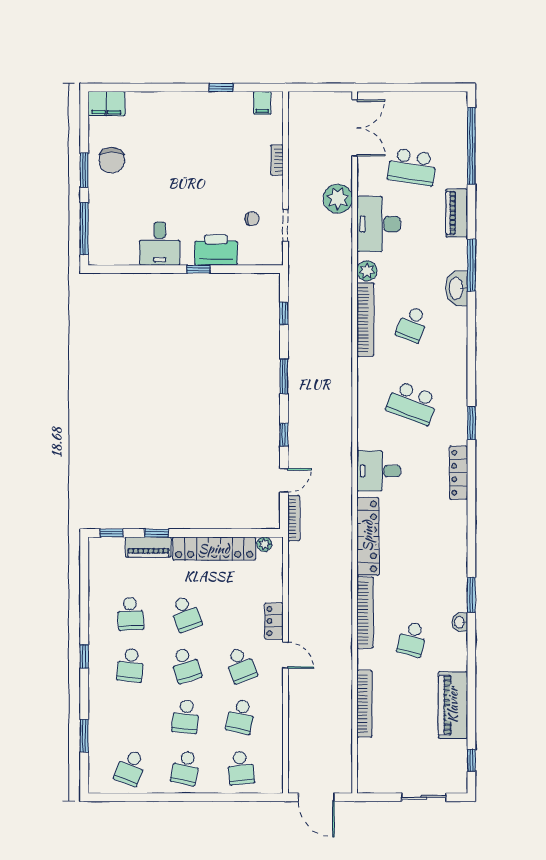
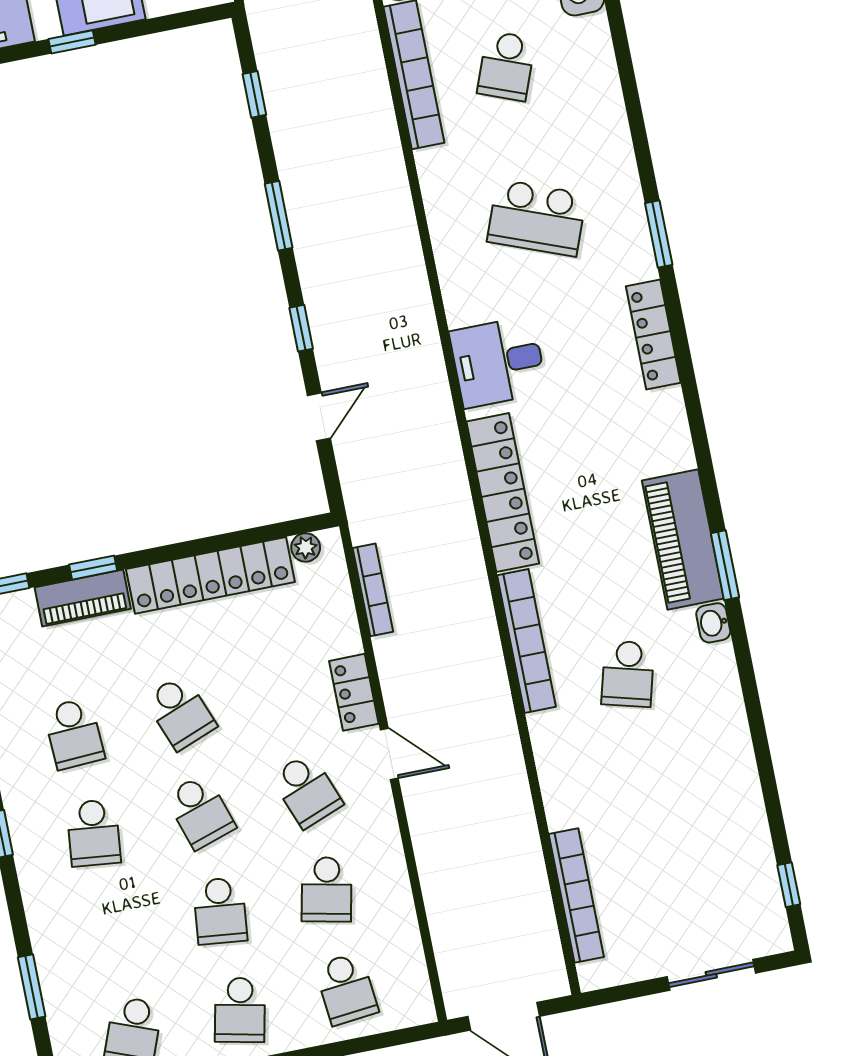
bookcase: (294, 518) -> (373, 590), moved
bookcase: (364, 704) -> (576, 896), moved
piano: (453, 705) -> (683, 539), moved

